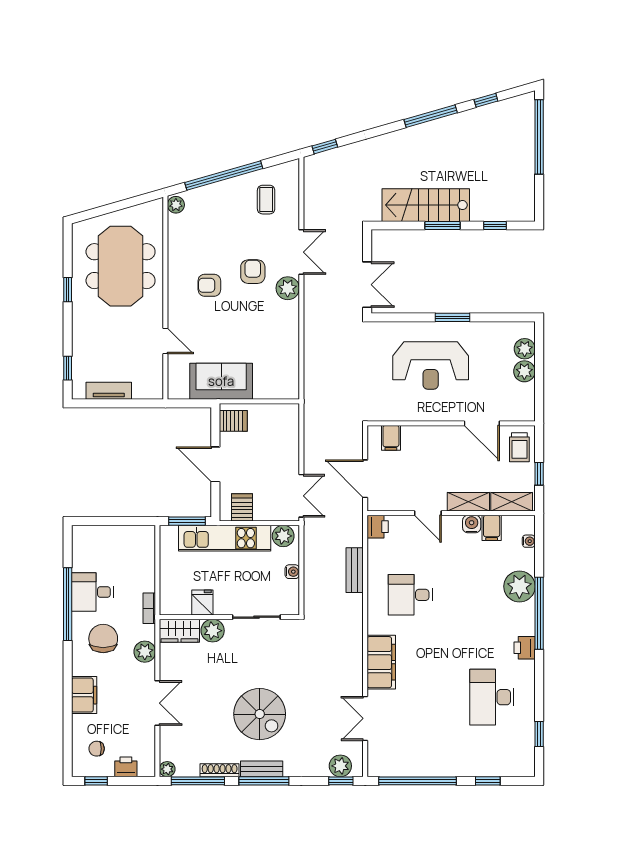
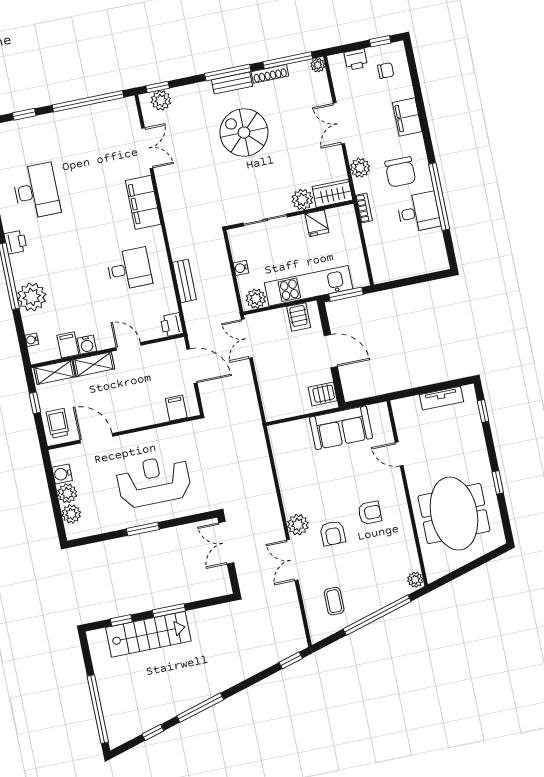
stairs: (426, 205) -> (148, 634), moved
water cooler: (526, 393) -> (62, 474), added

